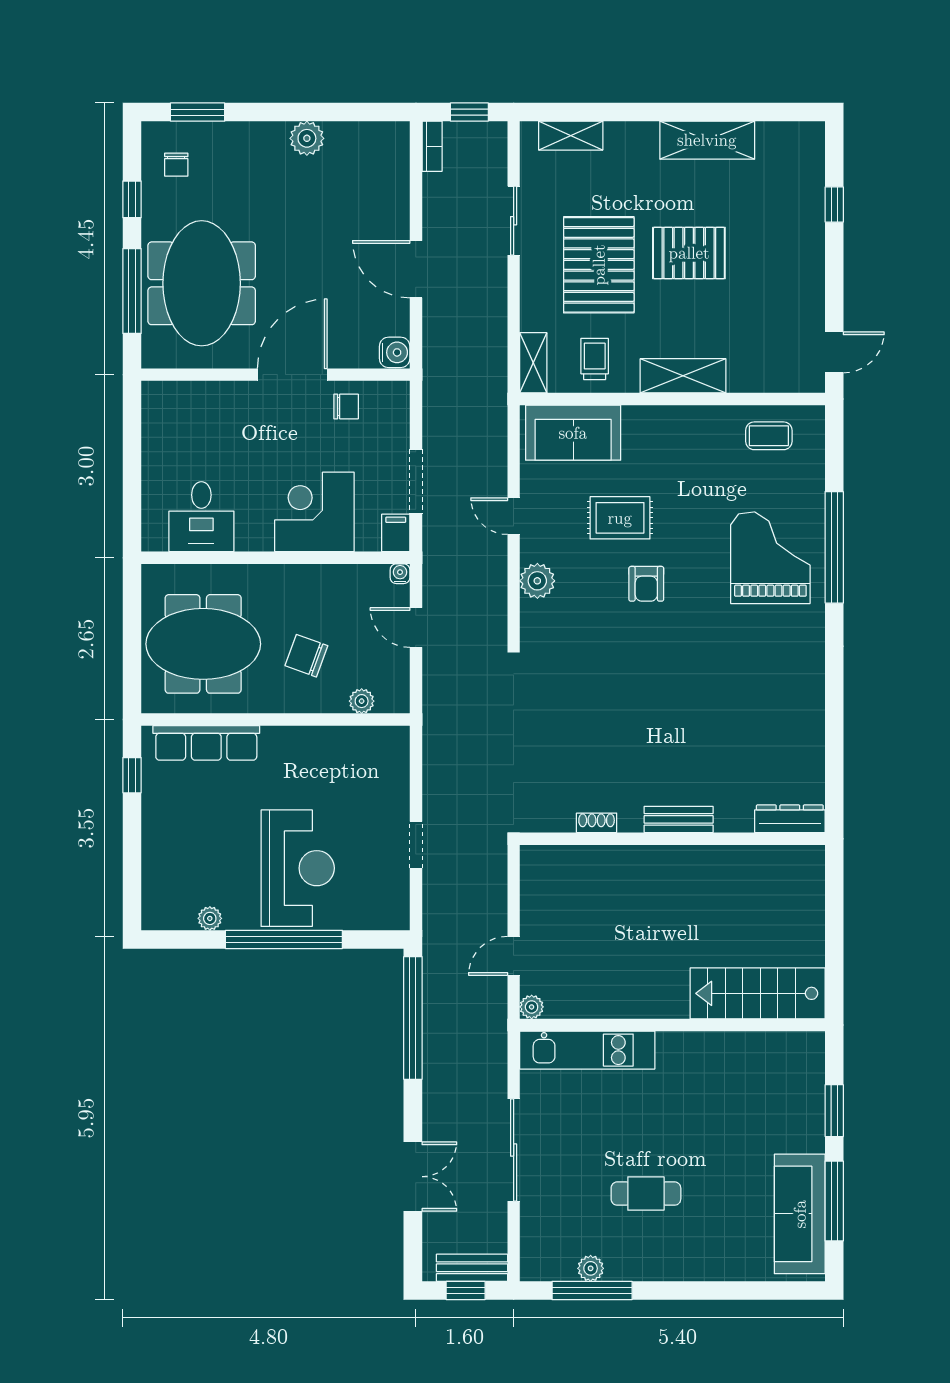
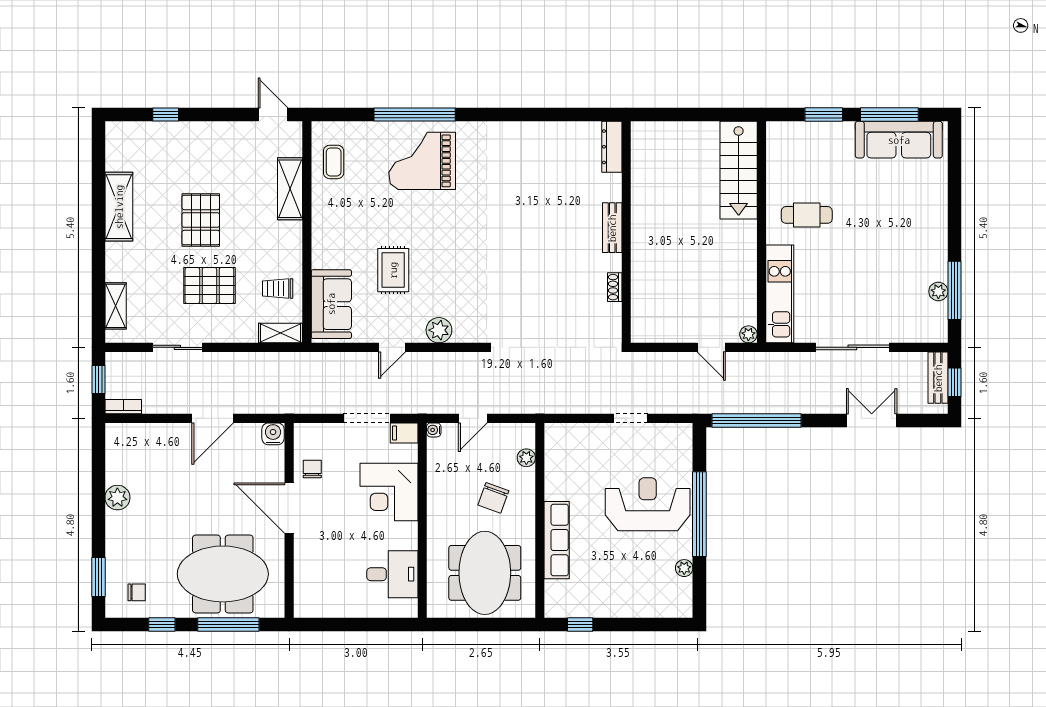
pallet: (599, 265) -> (209, 286), width x0.73, depth x0.71
shelving: (683, 376) -> (290, 189), moved
armchair: (646, 584) -> (441, 251), removed
row of seats: (206, 743) -> (557, 540), moved
cafe table: (646, 1194) -> (807, 215), moved, turned 90

